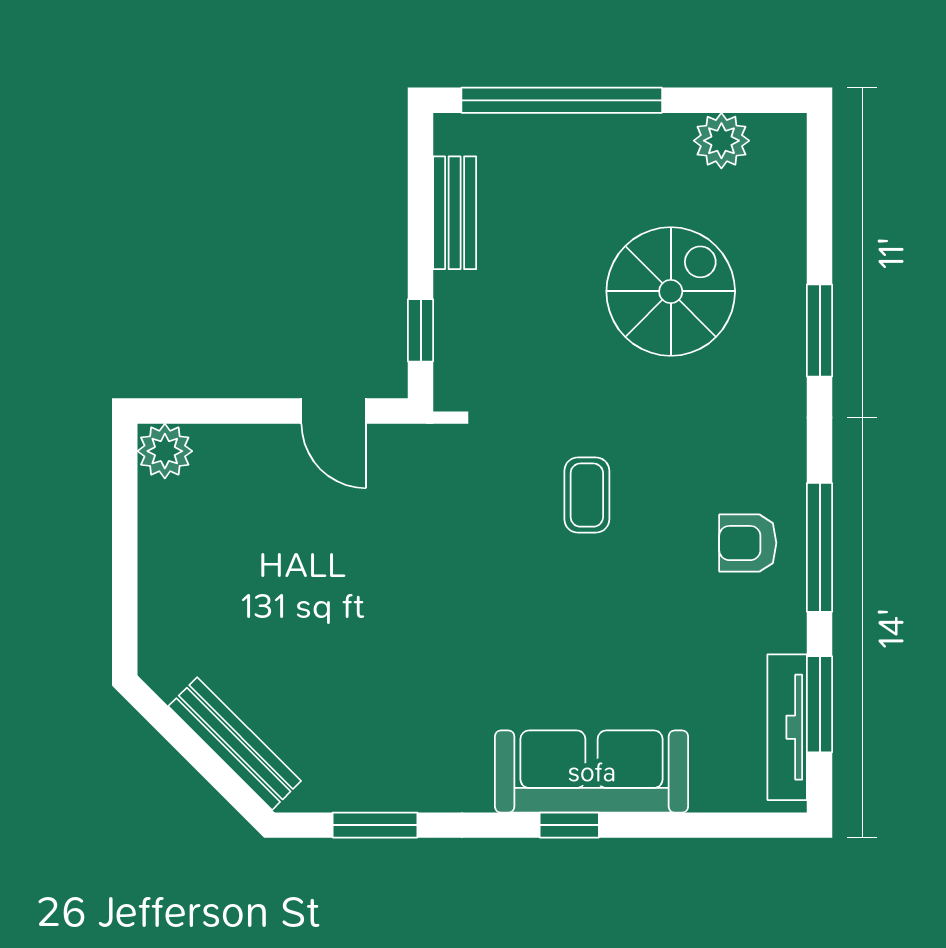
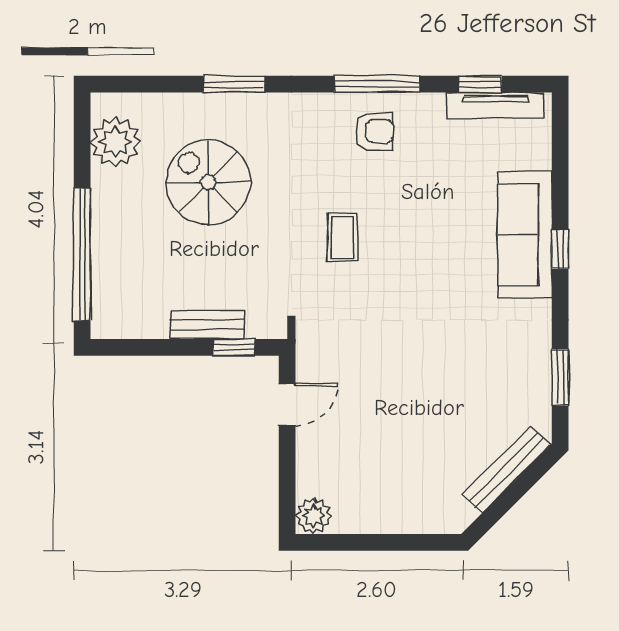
plant: (721, 141) -> (116, 142), width x1.36, depth x1.36
bench: (455, 213) -> (207, 325), moved
coffee table: (587, 495) -> (343, 238), turned 90
armchair: (748, 543) -> (374, 131), turned -90
window: (820, 704) -> (480, 84), width x0.67

